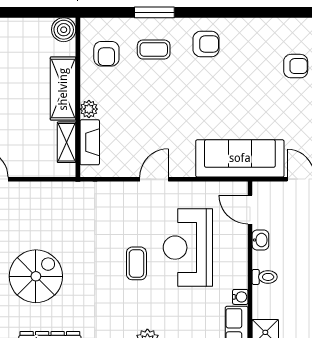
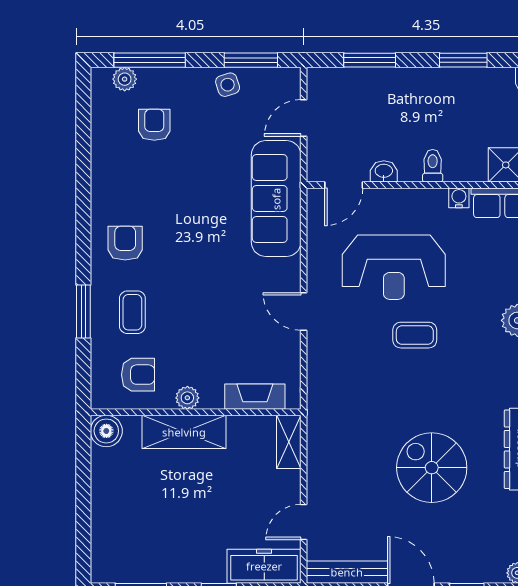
plant: (89, 109) -> (187, 398), moved
shelving: (67, 142) -> (289, 442), moved, turned 90

